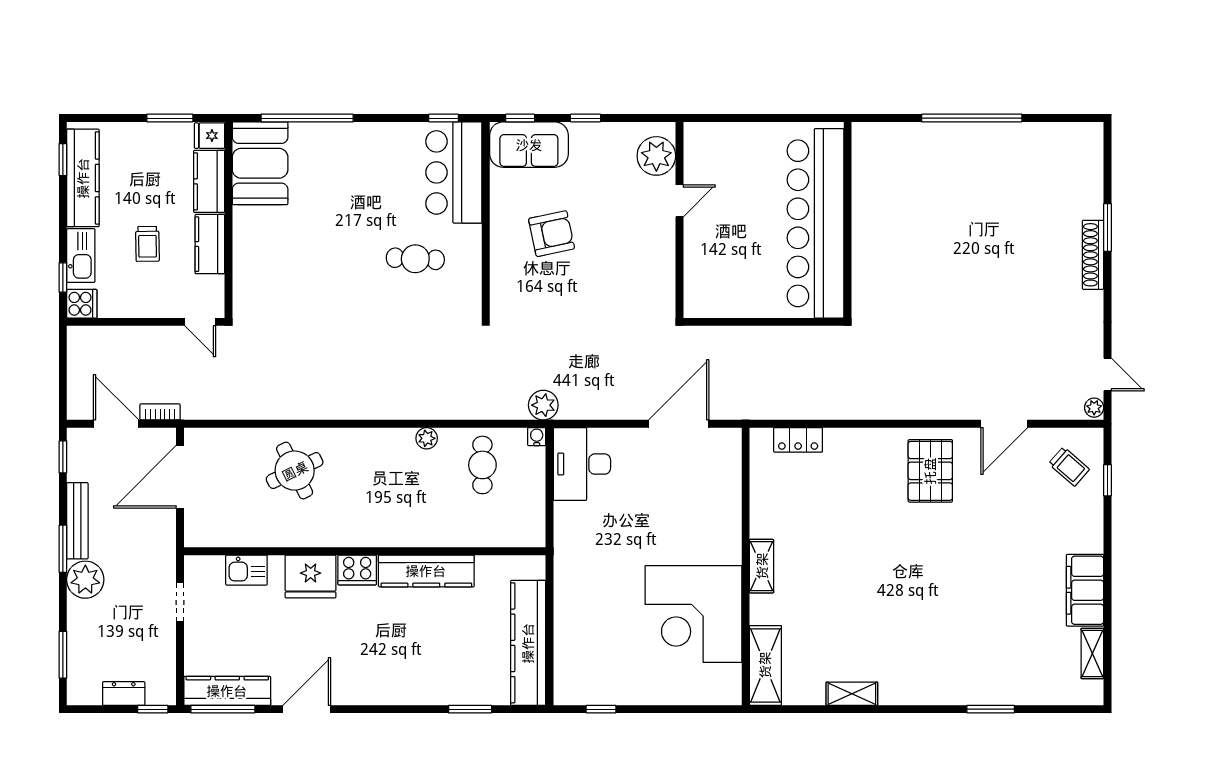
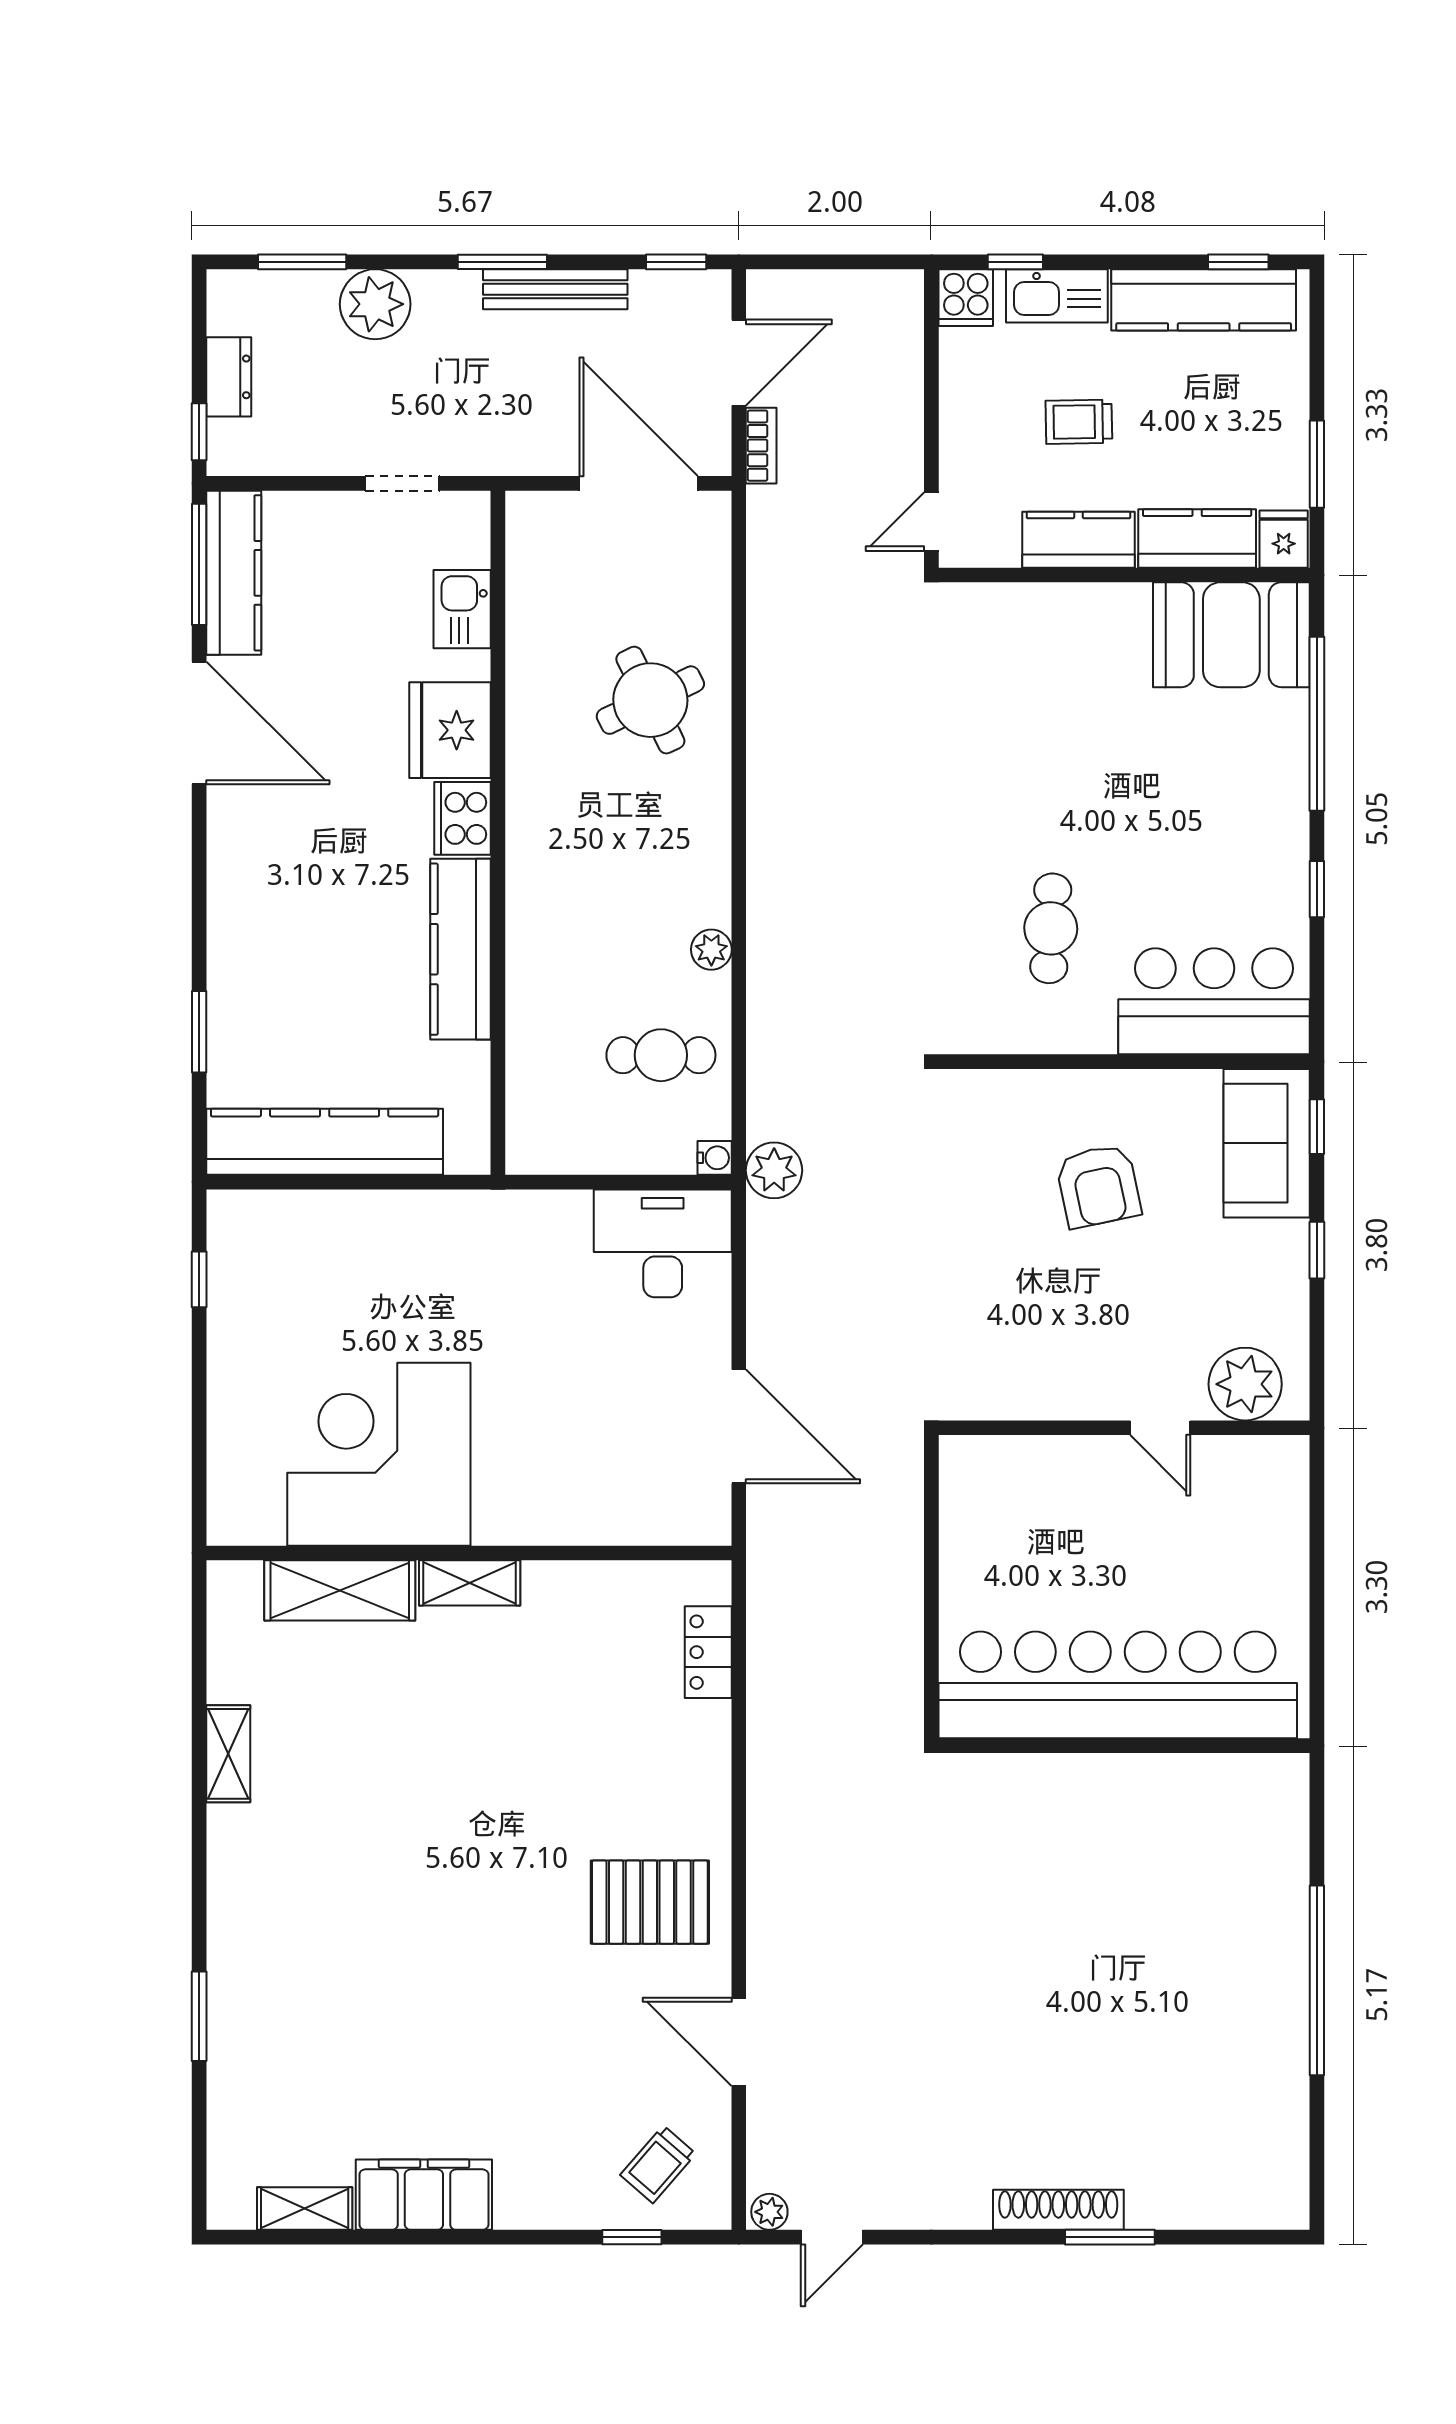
window: (444, 118) -> (1317, 889), moved
plant: (85, 580) -> (375, 304), moved
shelving: (765, 665) -> (340, 1590), moved
door: (307, 709) -> (199, 723), width x1.36

